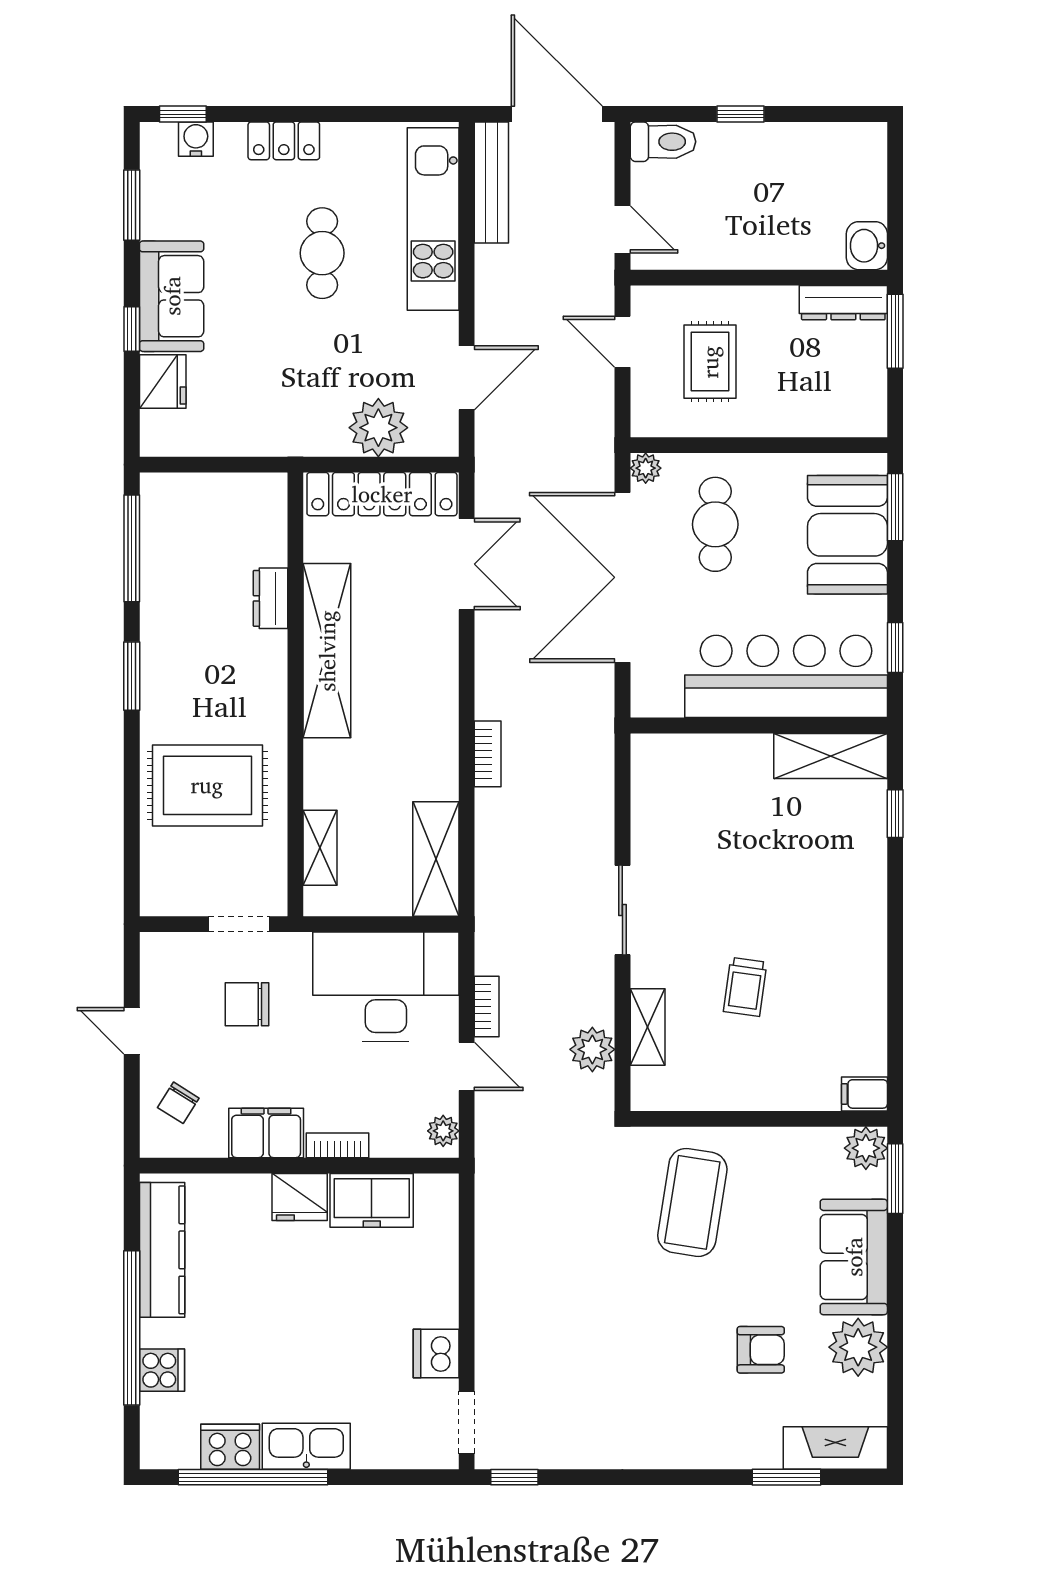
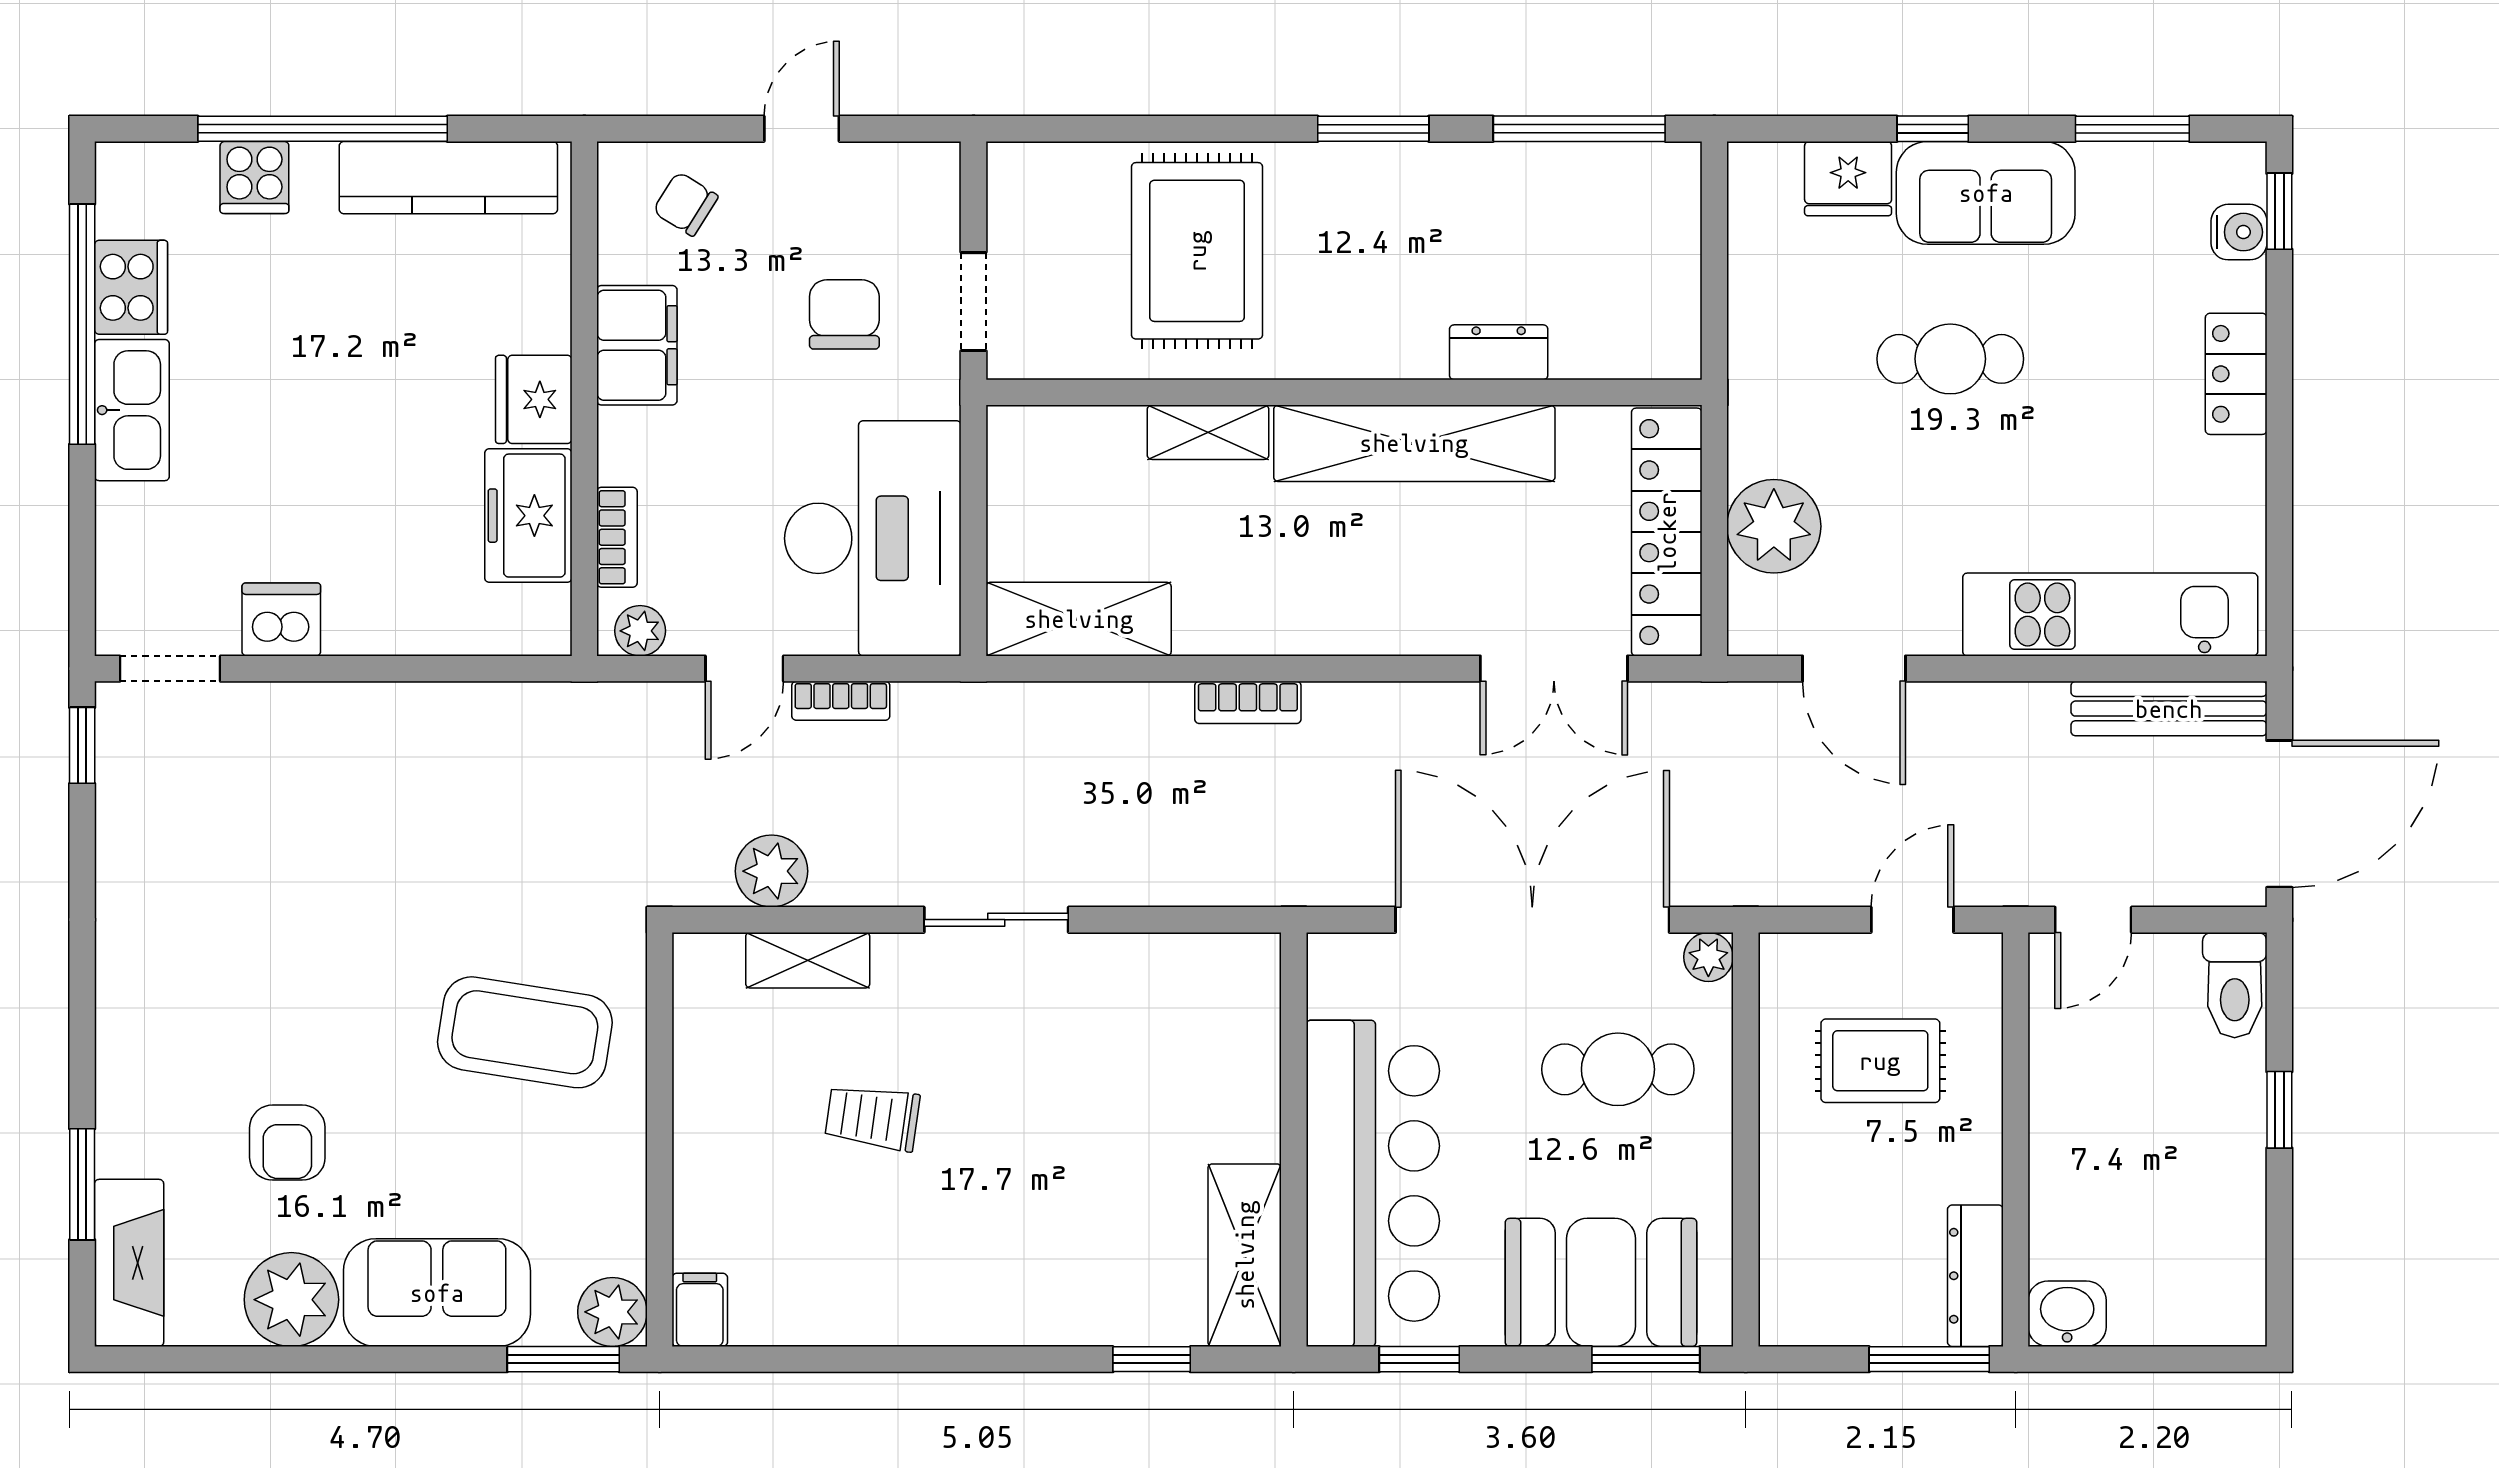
cafe table: (322, 253) -> (1950, 359), moved
shelving: (320, 848) -> (1208, 432), moved
bookcase: (338, 1145) -> (617, 537), moved

